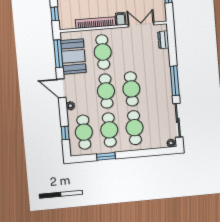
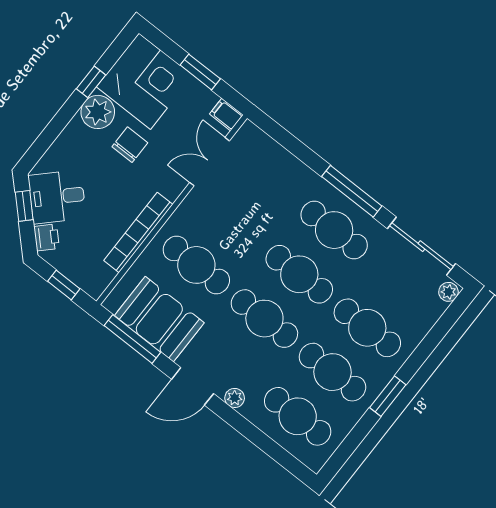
filing cabinet: (121, 19) -> (226, 115), moved
dresser: (163, 40) -> (268, 148), removed
cafe table: (157, 87) -> (334, 230), added
window: (65, 133) -> (271, 448), removed
window: (106, 156) -> (388, 396), moved

